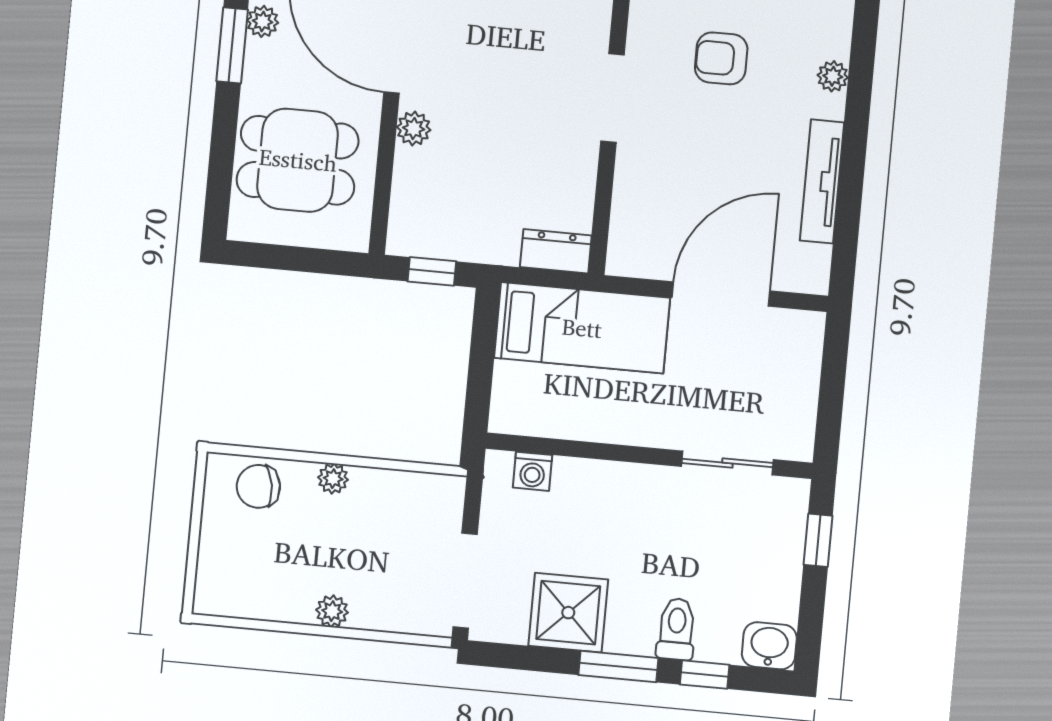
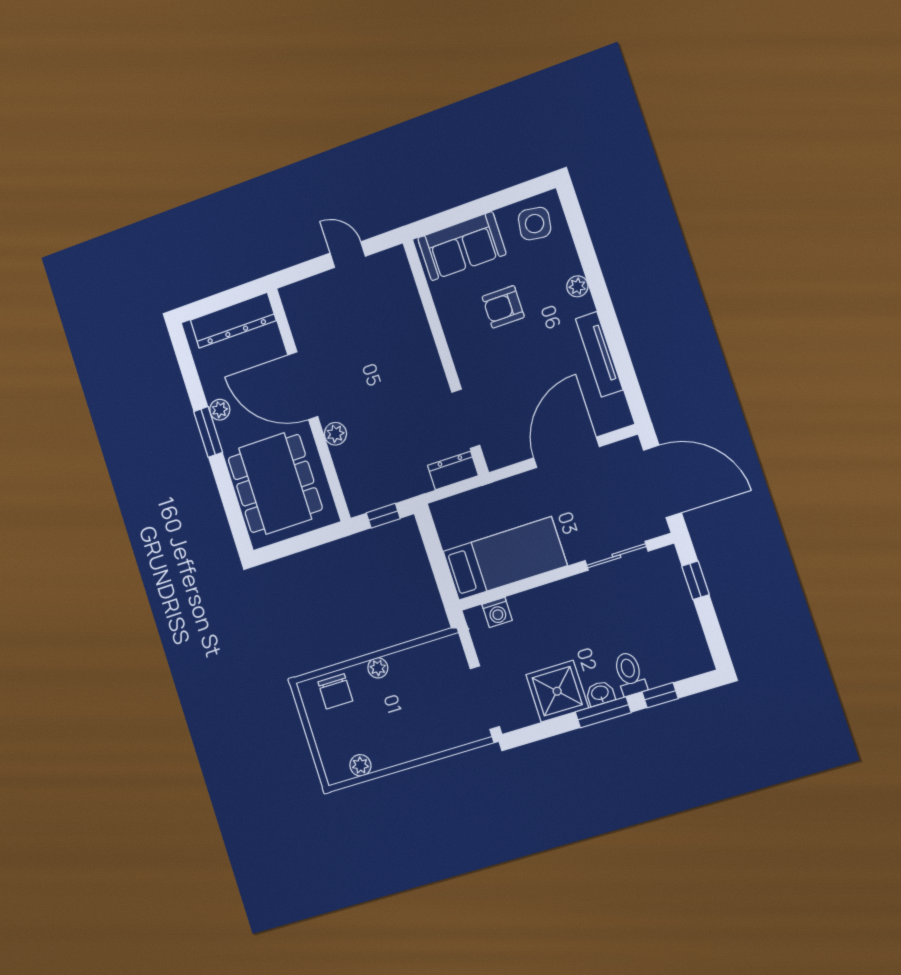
doorway: (612, 98) -> (466, 419), moved
dining table: (298, 160) -> (275, 484), width x1.37
bed: (582, 328) -> (505, 558), moved
door: (832, 389) -> (662, 481), added
chair: (258, 486) -> (335, 691), turned -81
plant: (332, 611) -> (360, 765), moved
washbasin: (769, 646) -> (600, 693), moved, width x0.72, depth x0.69

